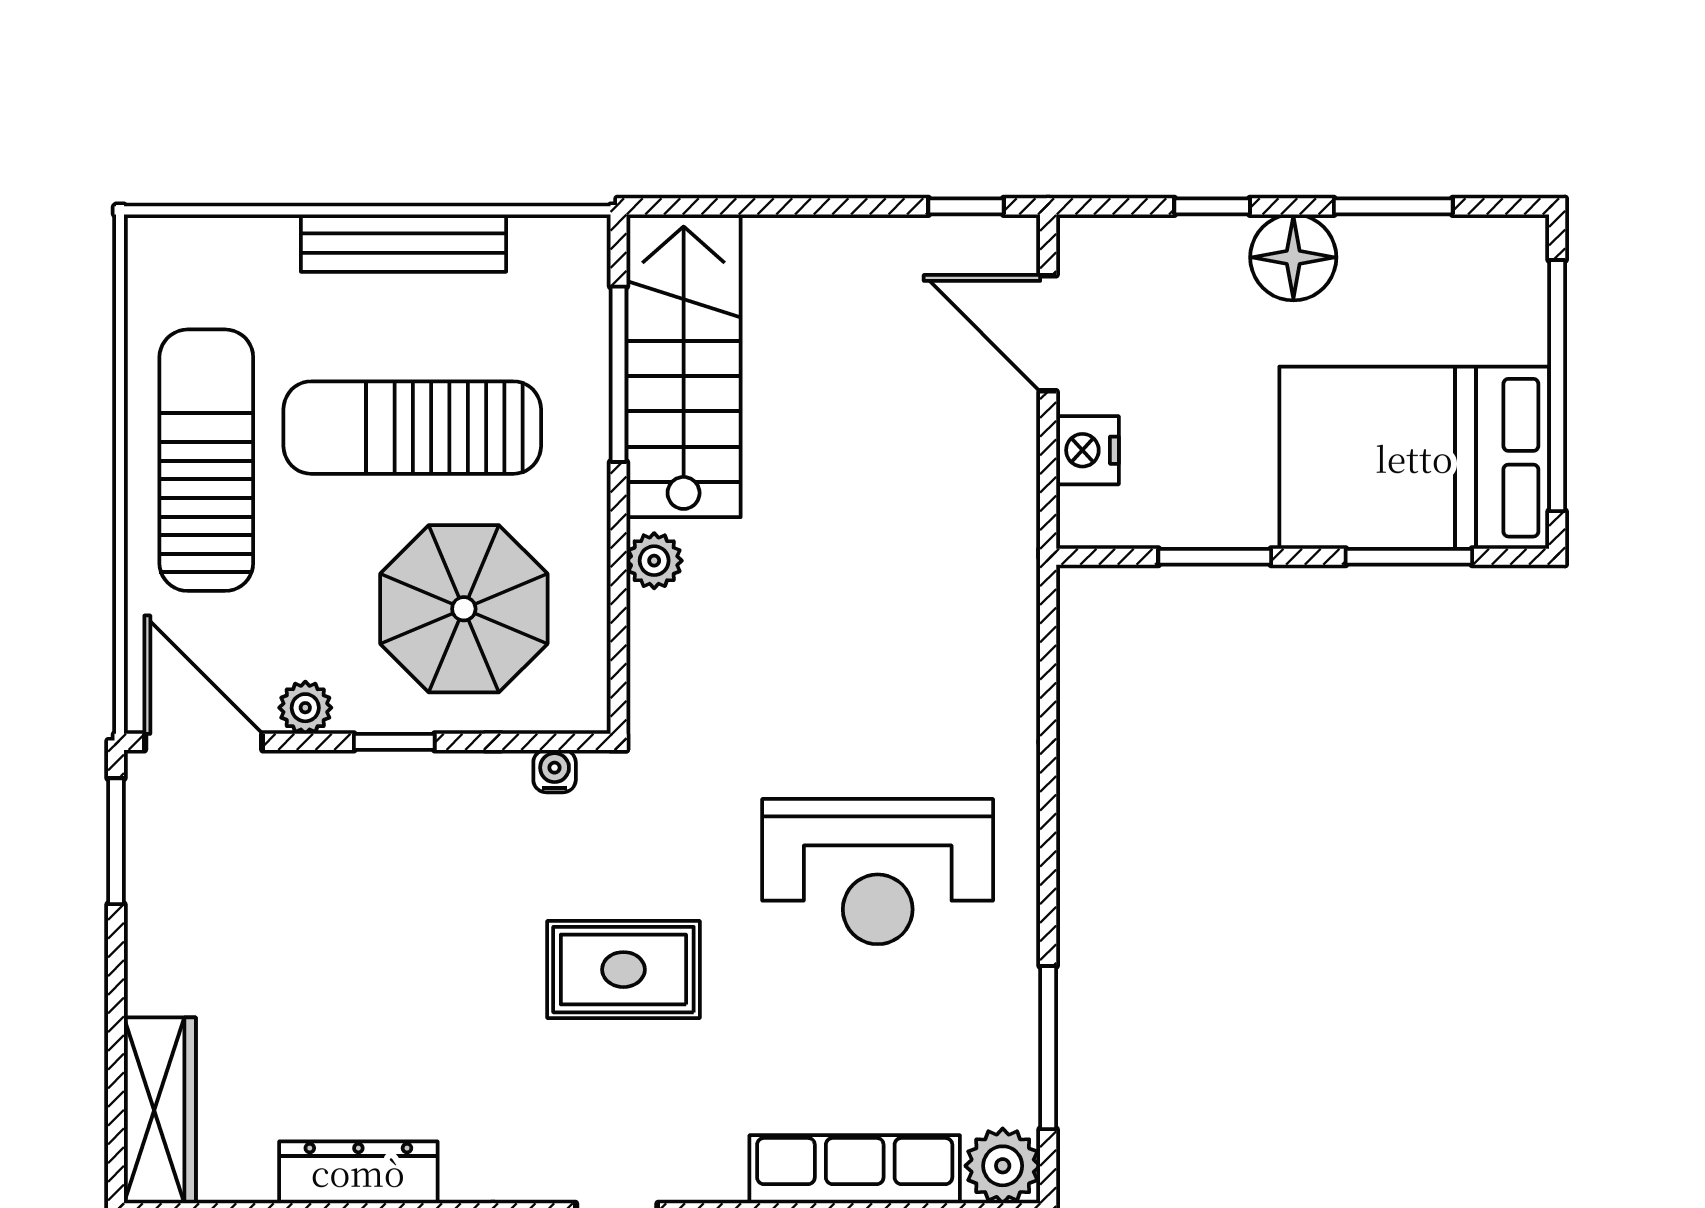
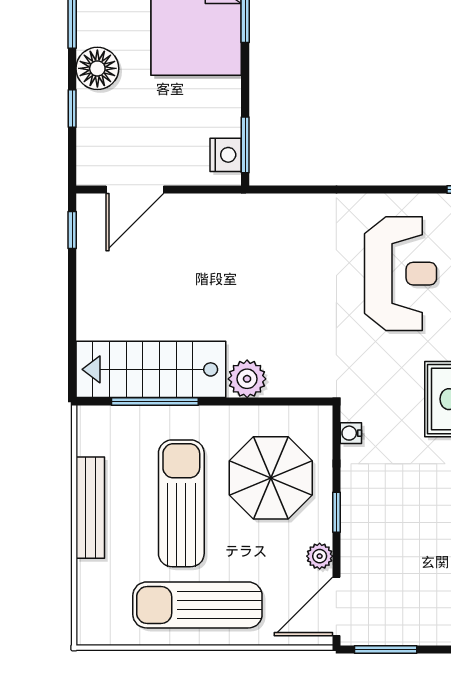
sun lounger: (412, 428) -> (181, 503), turned 180
nightstand: (1087, 450) -> (226, 155), moved, turned -90
window: (1215, 557) -> (245, 145), moved
plant: (654, 561) -> (247, 379), width x1.38, depth x1.38

